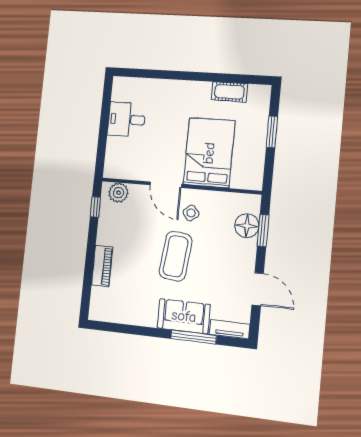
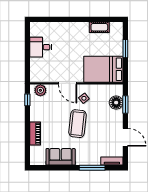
bed: (209, 153) -> (103, 69), moved, turned -90
sofa: (184, 316) -> (61, 157), moved

